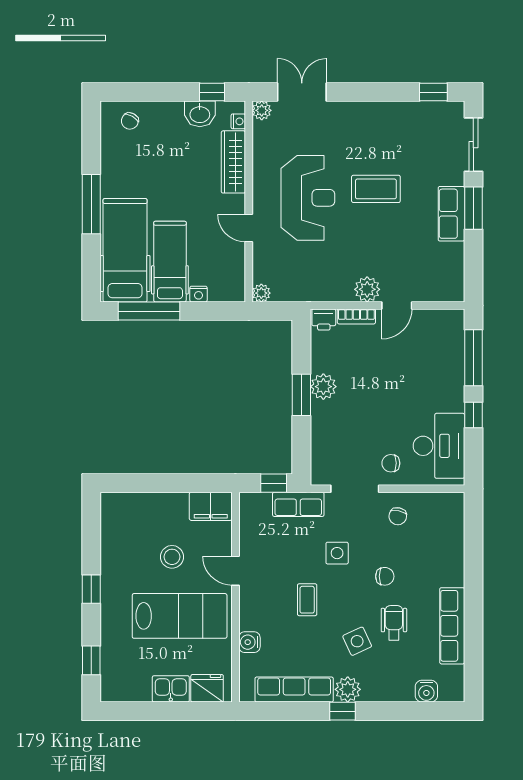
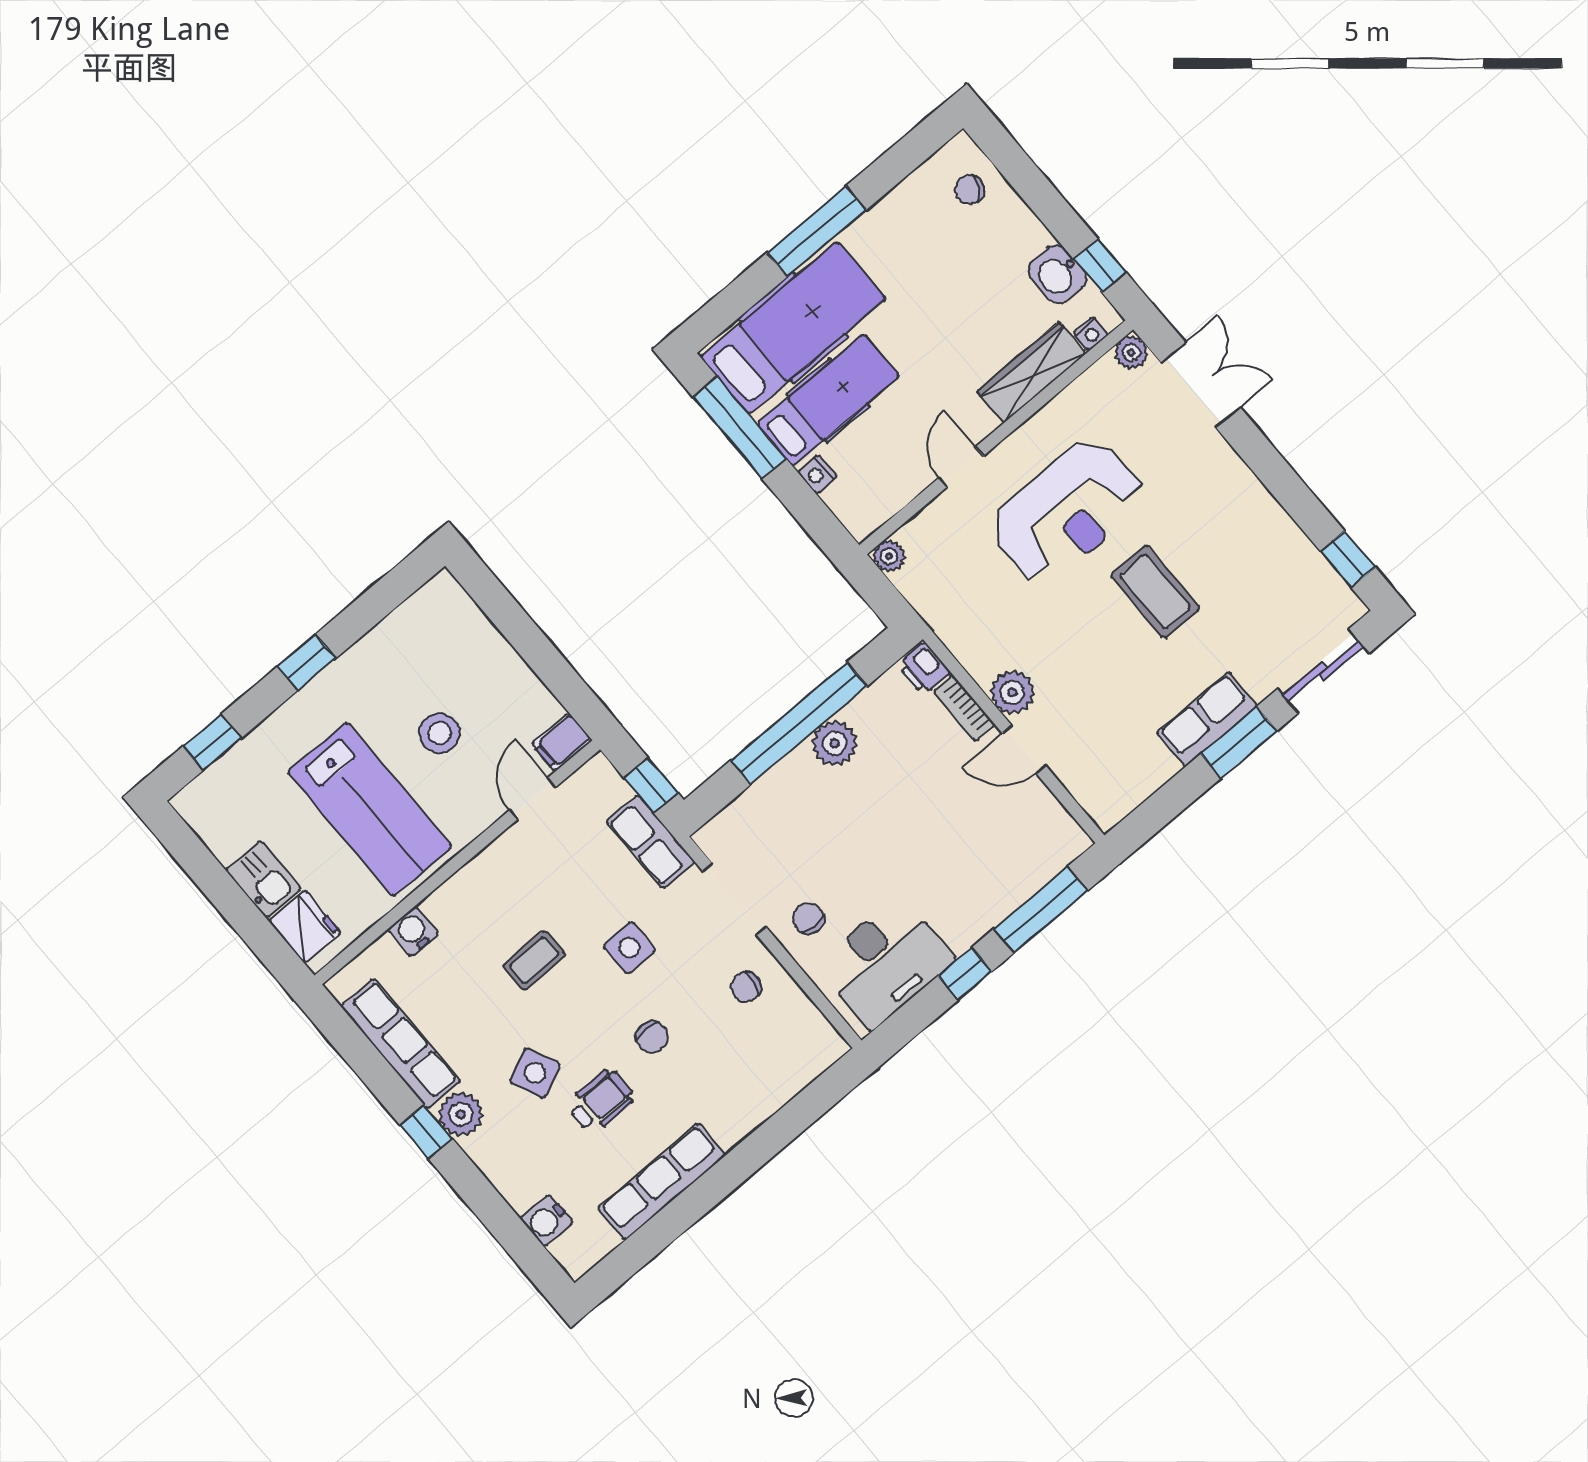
window: (301, 395) -> (799, 723), width x2.11
filing cabinet: (211, 506) -> (562, 742), width x0.50
door: (235, 571) -> (533, 799), moved

